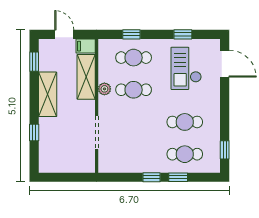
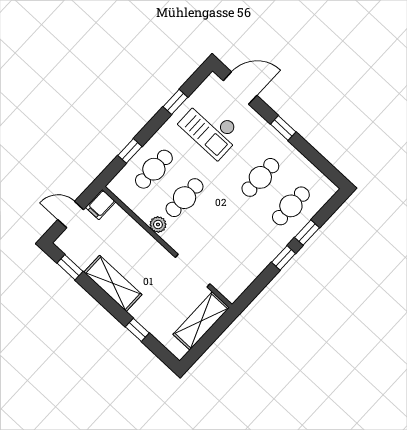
shelving: (86, 77) -> (201, 321), moved, turned 90
window: (225, 150) -> (283, 128), moved

